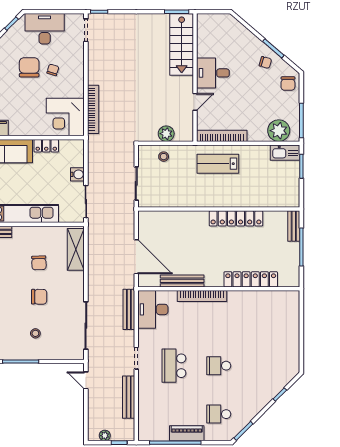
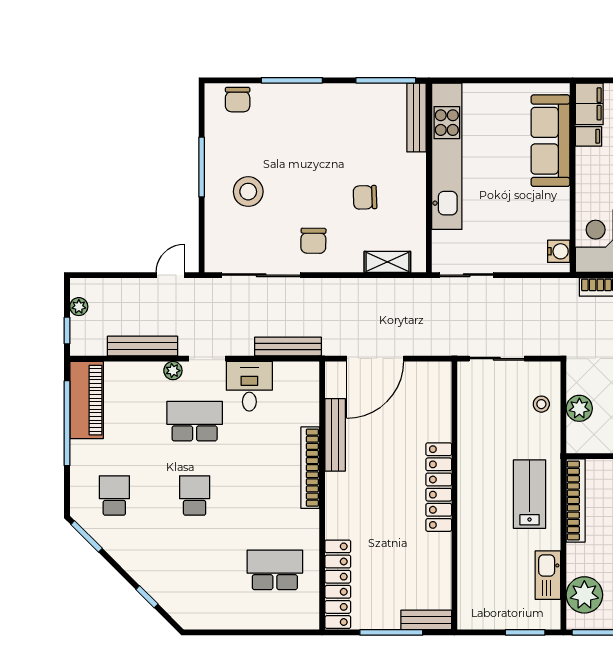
locker: (46, 146) -> (559, 210), removed
kitchen sink: (285, 153) -> (548, 575), moved
water cooler: (77, 174) -> (559, 251), moved, turned -90
locker: (236, 218) -> (439, 487), moved
shelving: (76, 249) -> (387, 262), width x0.67, depth x0.75
locker: (251, 279) -> (338, 584), moved
chair: (39, 297) -> (313, 241), moved
desk: (153, 309) -> (249, 386), moved, width x0.73
school desk: (264, 317) -> (275, 570), added
stool: (35, 333) -> (248, 192), width x1.89, depth x1.89
plant: (143, 379) -> (173, 371), added
piano: (187, 433) -> (87, 400), moved, width x1.37, depth x1.33

